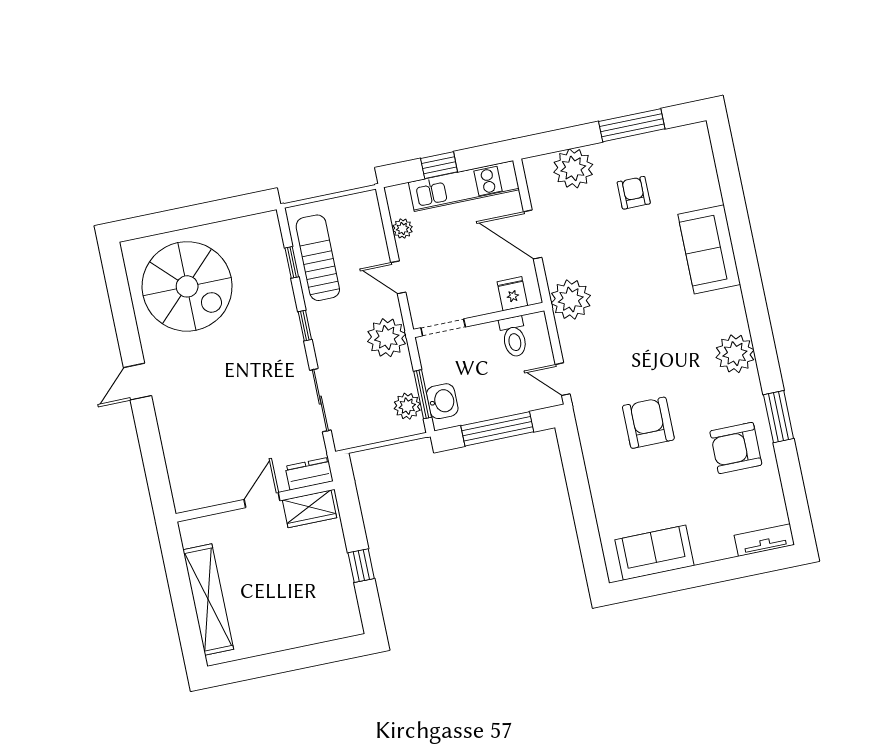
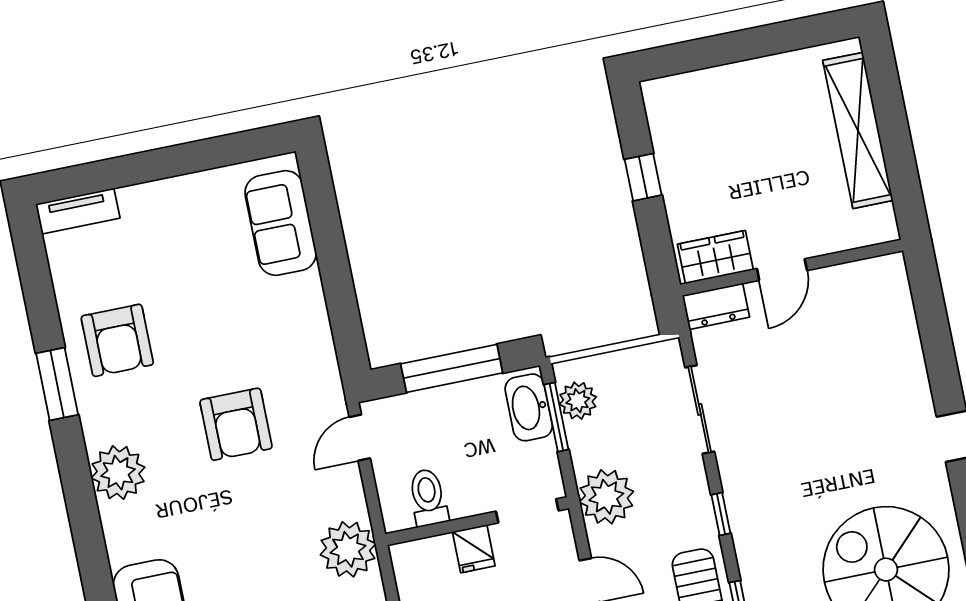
fridge: (512, 294) -> (474, 549), moved
door: (563, 379) -> (360, 438), swing flipped
washbasin: (442, 401) -> (529, 407), width x1.38
armchair: (648, 423) -> (236, 424), moved
armchair: (736, 448) -> (117, 340), turned 90
sofa: (655, 553) -> (281, 223), moved, turned 90

